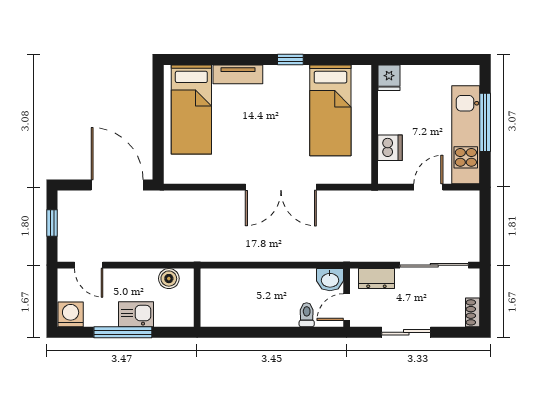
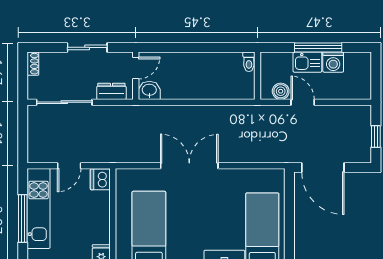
dishwasher: (390, 148) -> (100, 179), moved
door: (89, 265) -> (303, 102), moved
washing machine: (71, 314) -> (333, 62), moved
toilet: (307, 315) -> (249, 62), moved

